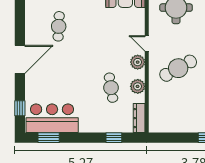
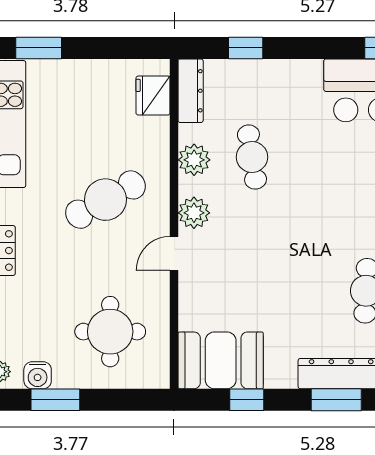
door: (147, 43) -> (174, 253), swing flipped
fridge: (156, 116) -> (153, 96), added

